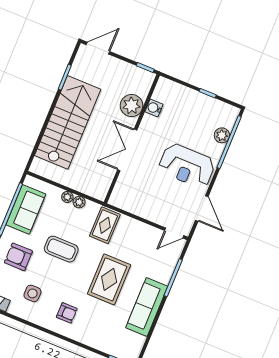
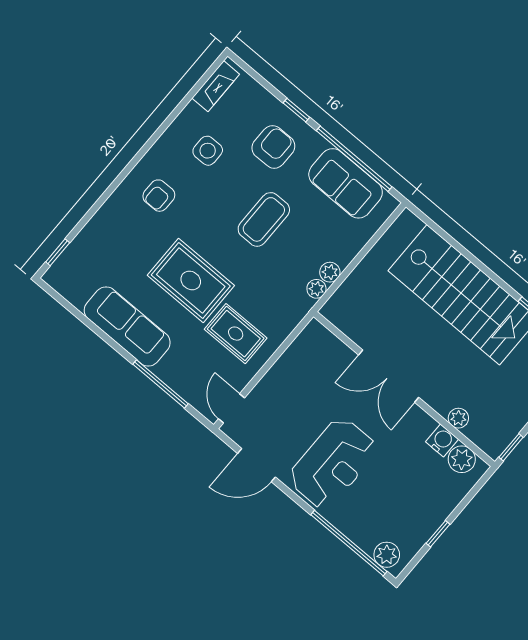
plant: (161, 93) -> (462, 459), added
plant: (132, 106) -> (458, 418), width x0.53, depth x0.53
plant: (222, 135) -> (387, 555), moved
double door: (127, 150) -> (389, 376), swing flipped
reception desk: (187, 166) -> (333, 463), turned 180
plant: (67, 197) -> (316, 289), moved
rug: (105, 225) -> (236, 334), moved

